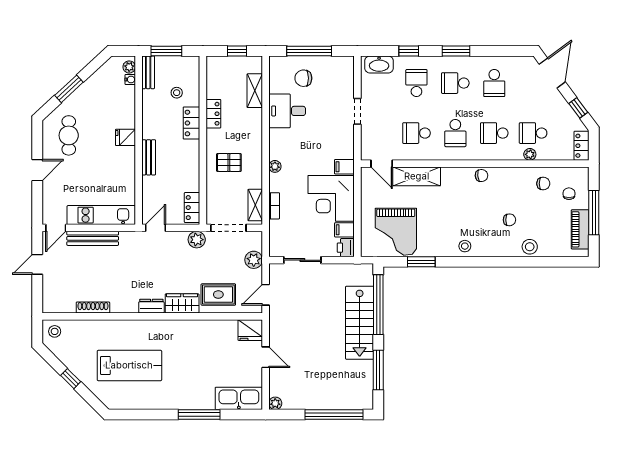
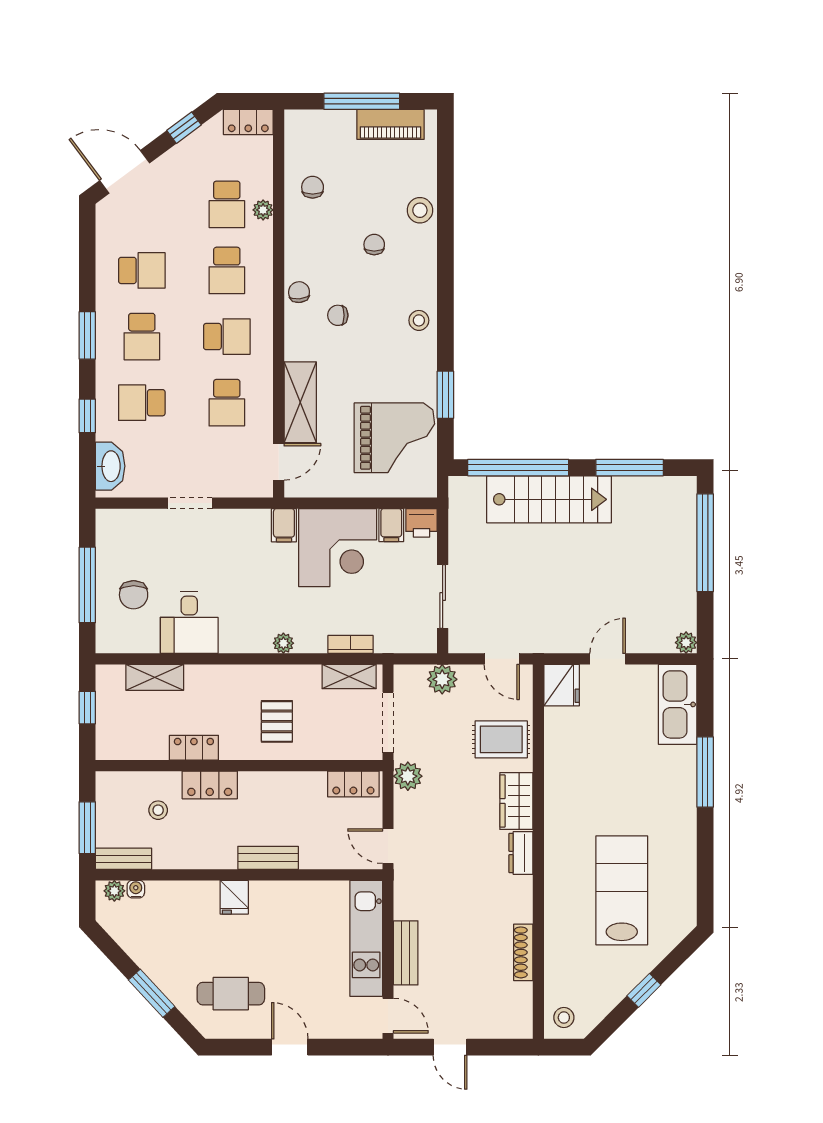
chair: (569, 194) -> (338, 315), moved
bench: (93, 238) -> (406, 953), width x0.73
rug: (218, 295) -> (501, 739), turned 90

